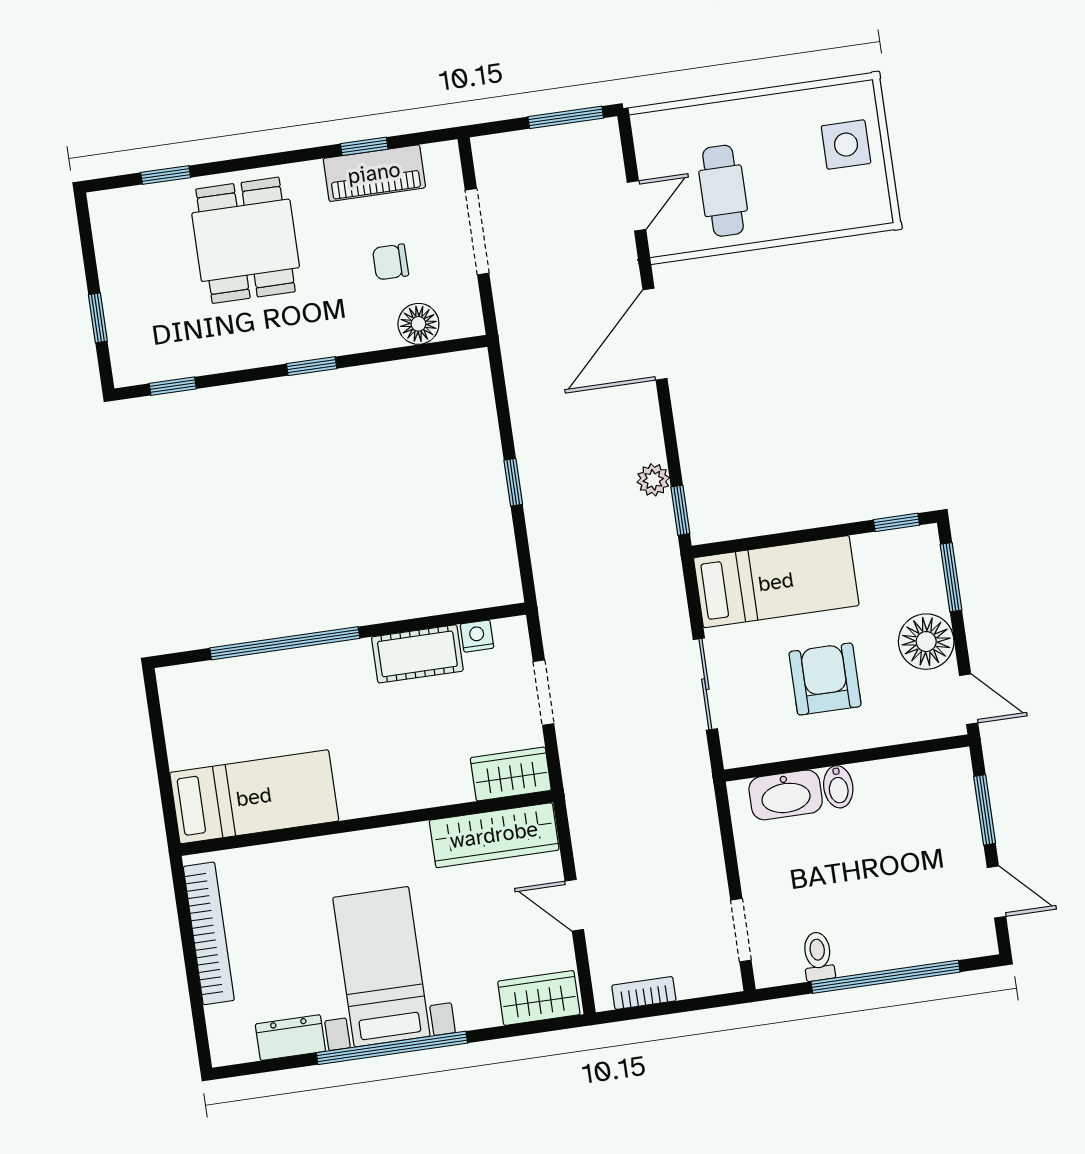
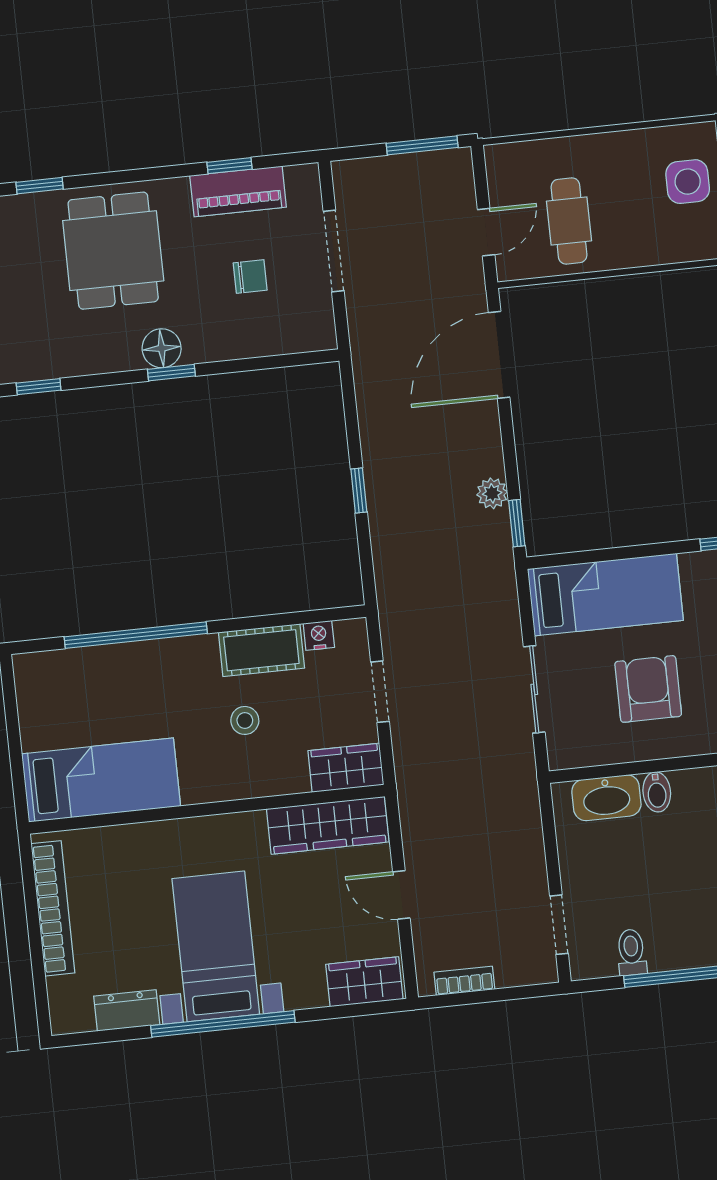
chair: (390, 262) -> (250, 277), turned 180
floor lamp: (418, 324) -> (162, 348), moved
stool: (403, 728) -> (245, 720), added

